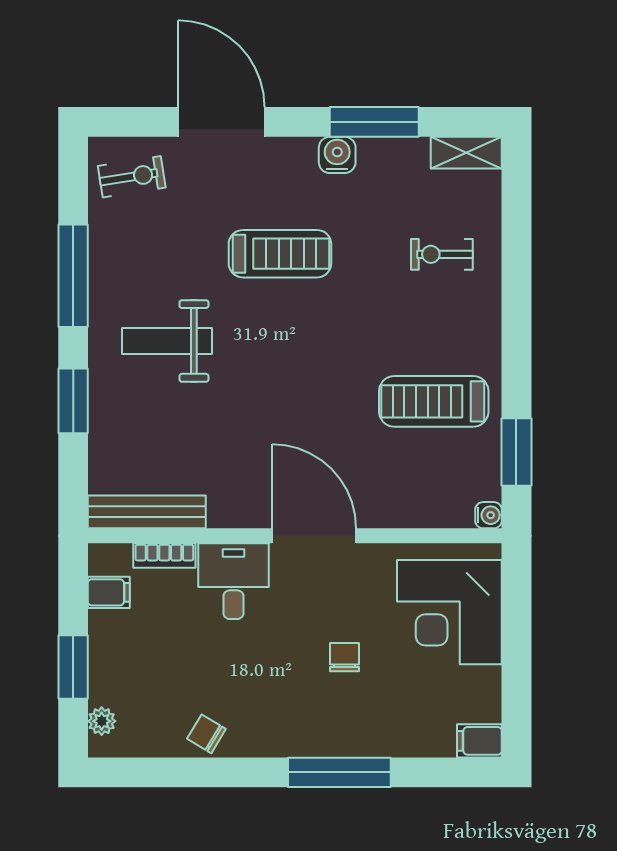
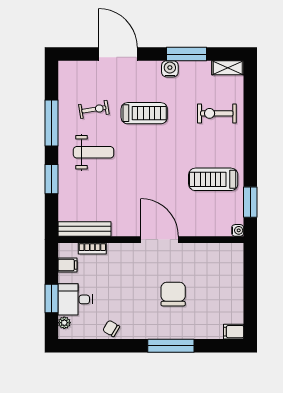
exercise bike: (132, 177) -> (94, 109), moved
exercise bike: (442, 254) -> (217, 113), width x1.38, depth x1.39
weight bench: (167, 341) -> (94, 152), turned 180
desk: (233, 581) -> (75, 299), moved, turned -90
corner desk: (449, 612) -> (220, 274), removed
chair: (344, 657) -> (173, 294), width x1.87, depth x1.87

